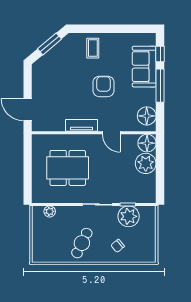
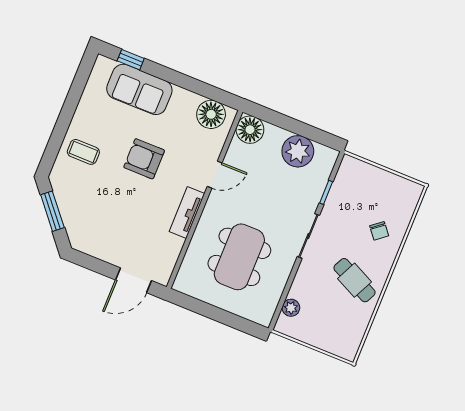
window: (160, 86) -> (176, 78), removed
plant: (146, 163) -> (298, 151), moved
plant: (129, 216) -> (343, 198), removed

